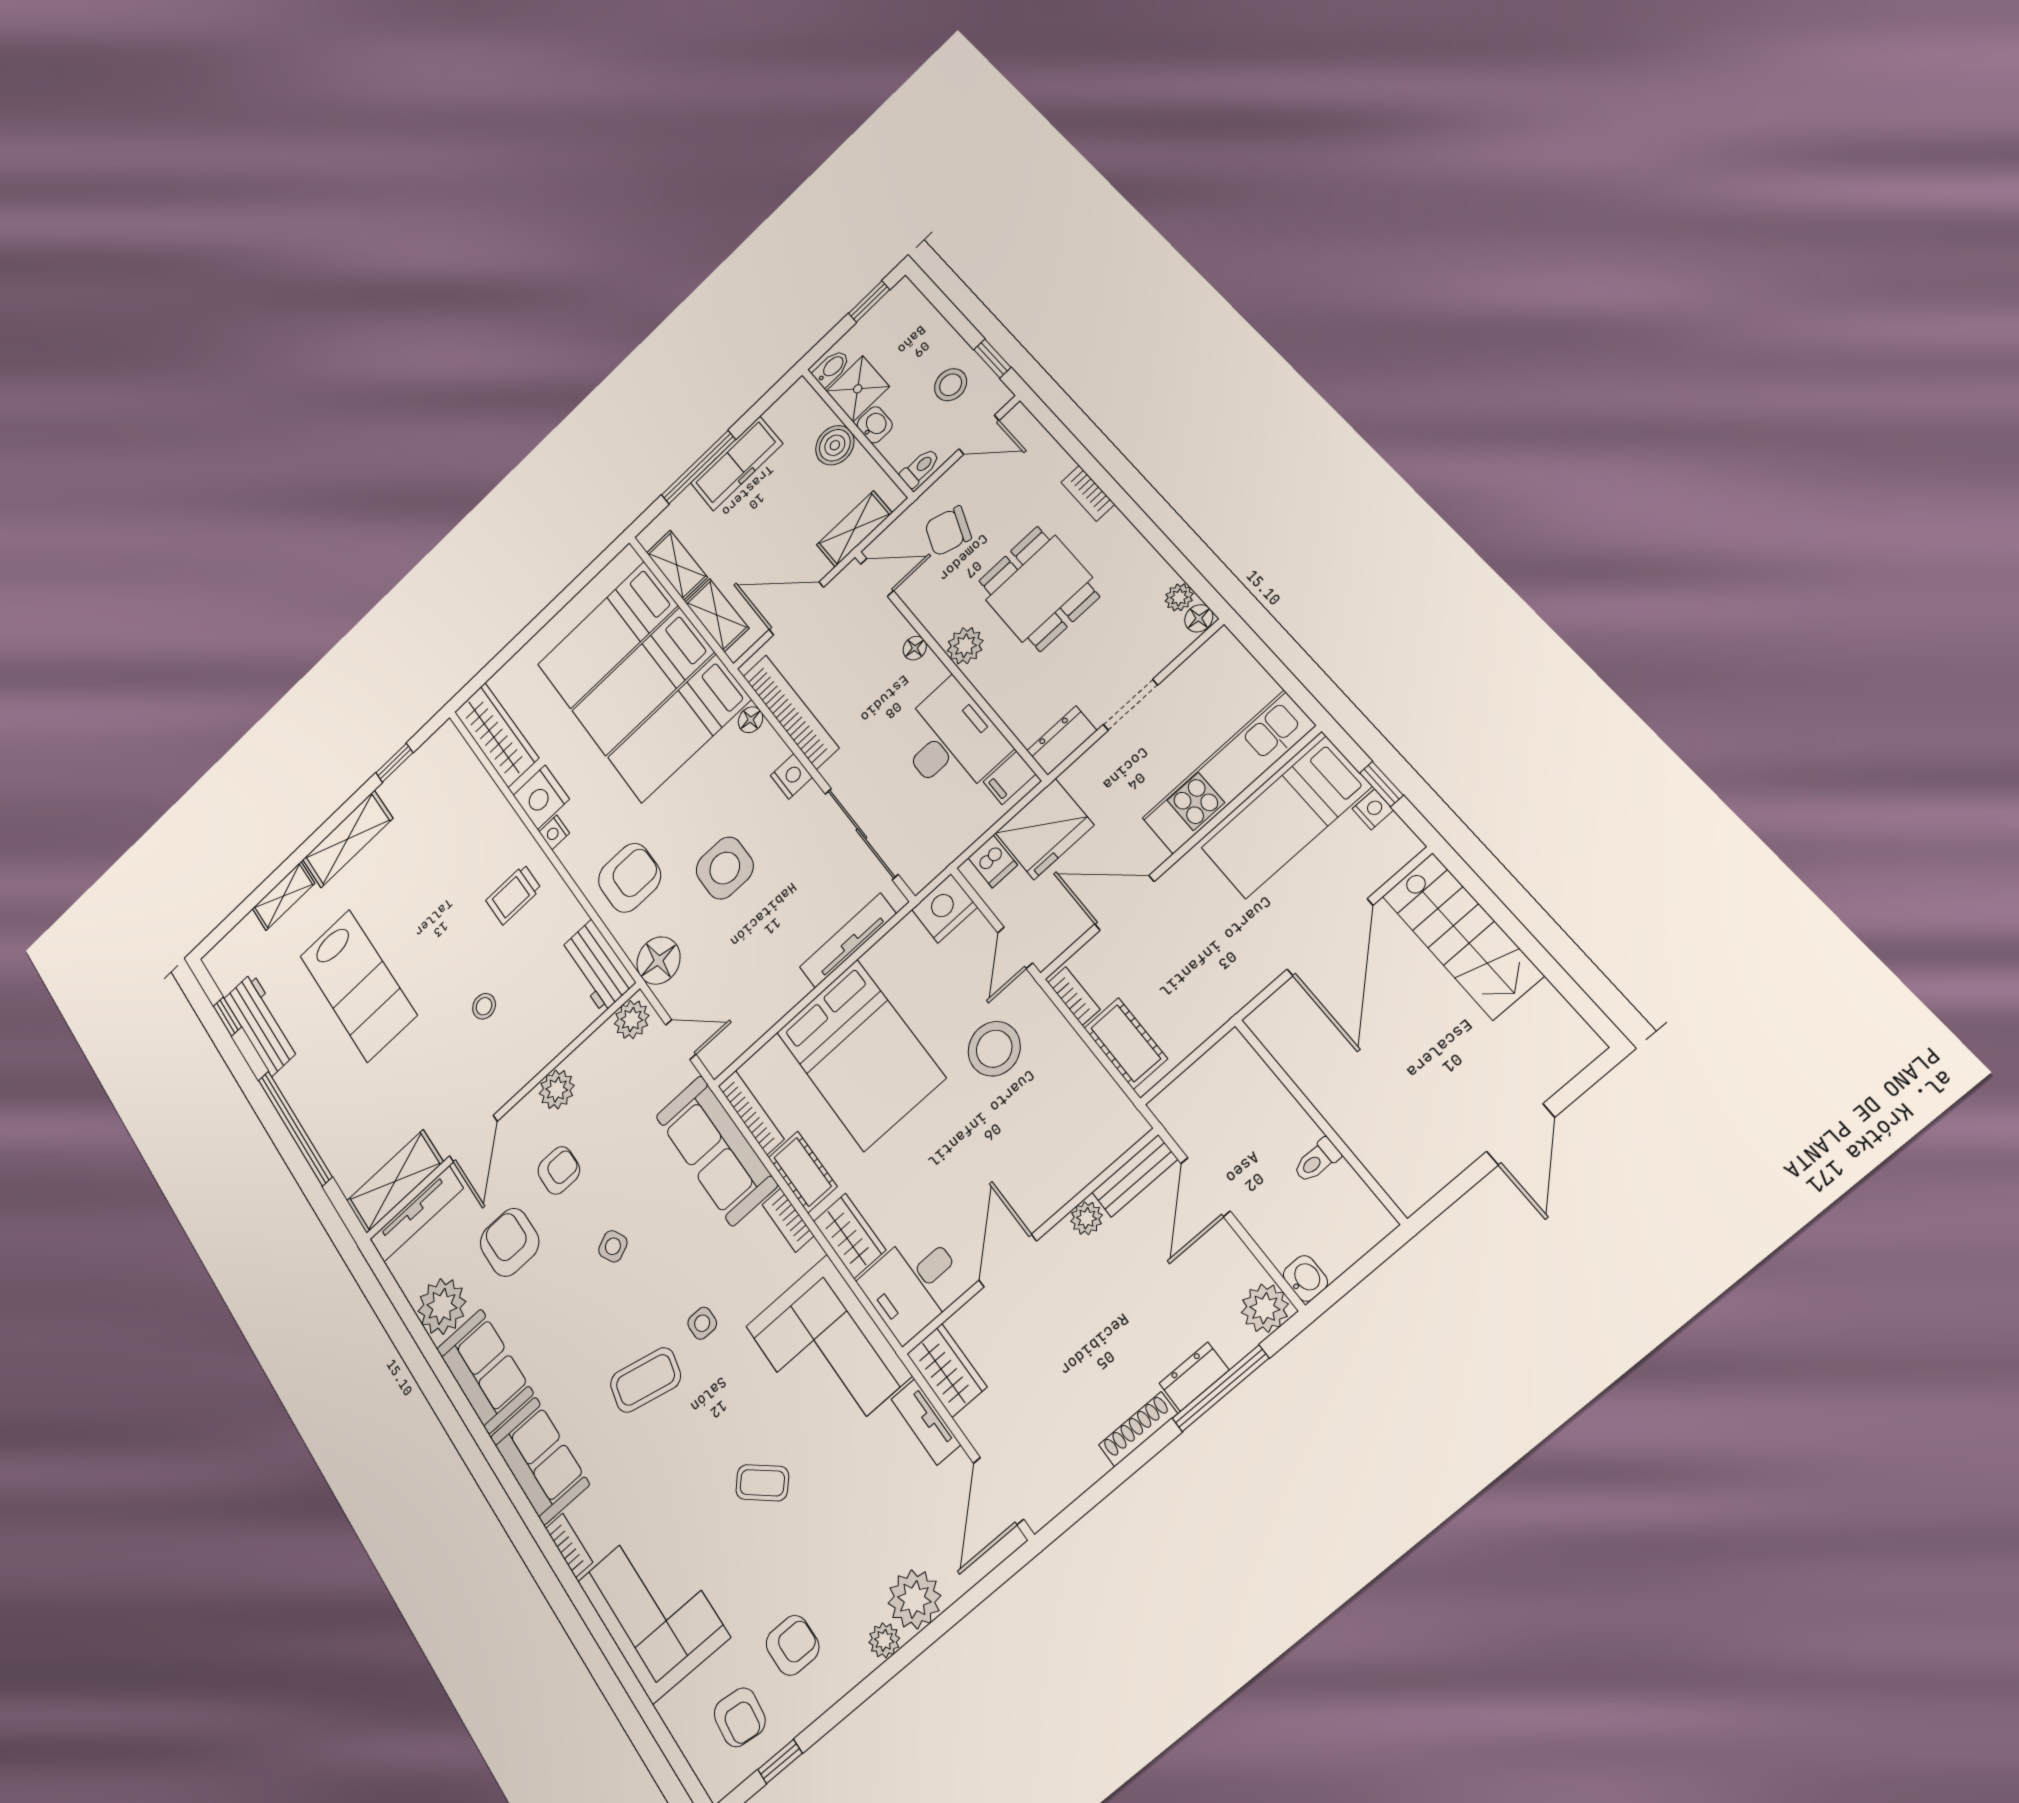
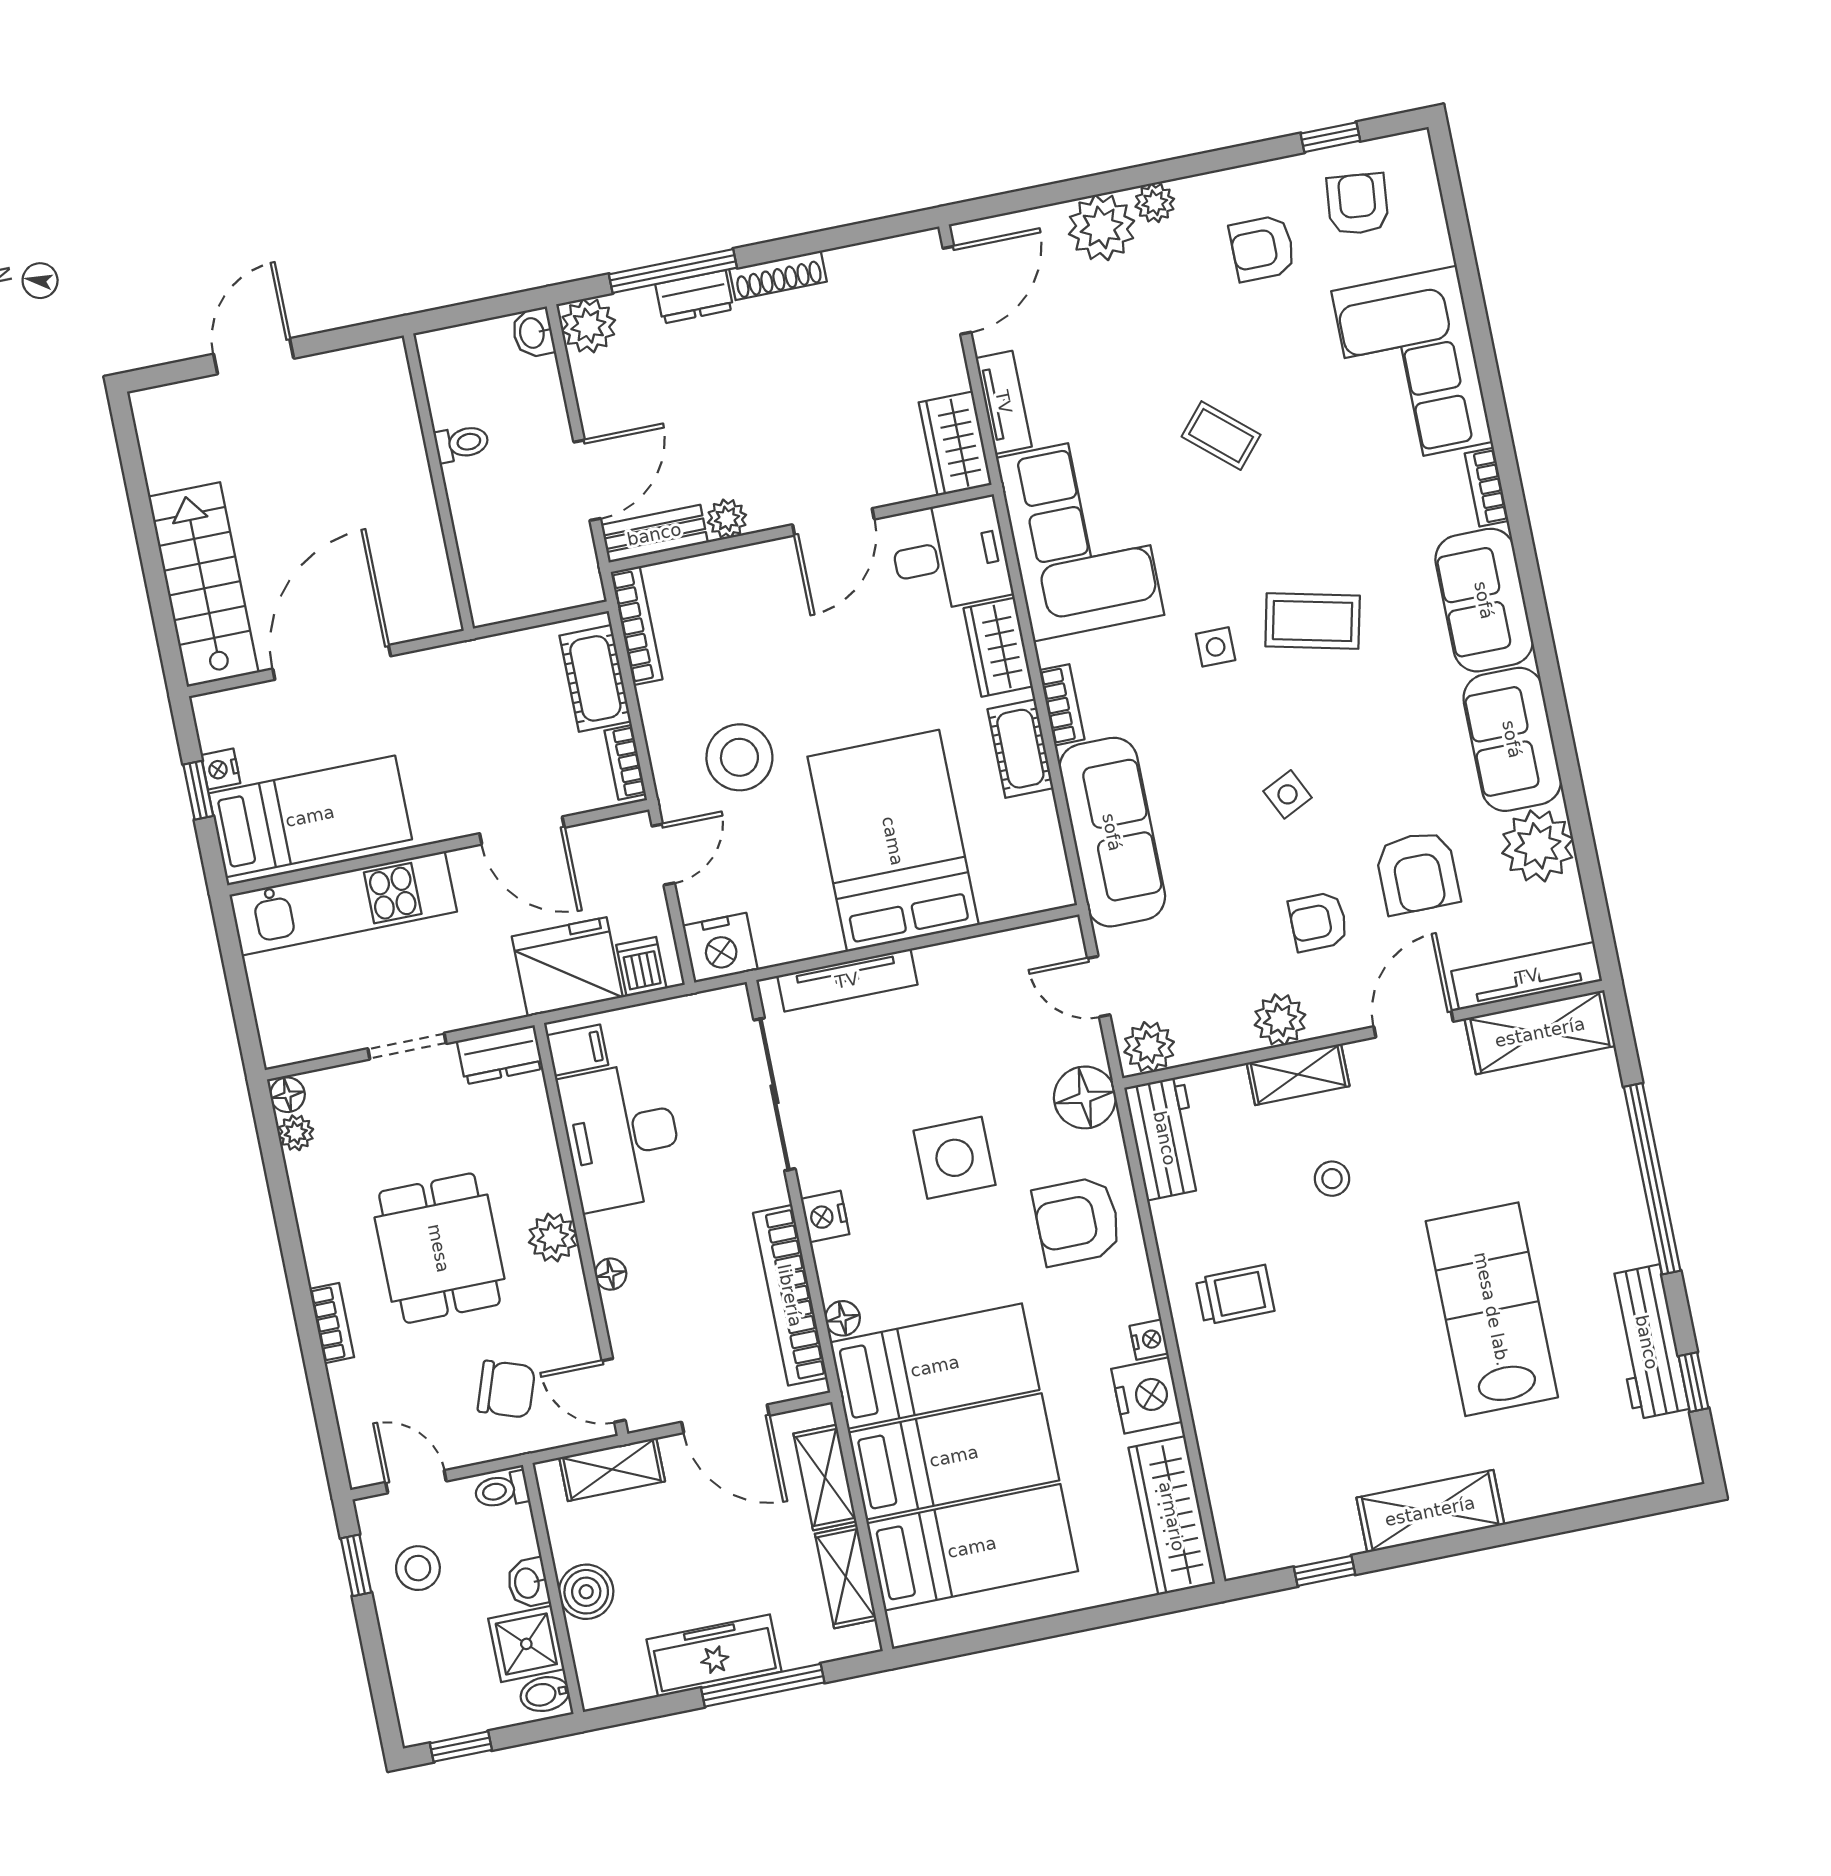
shelving: (283, 896) -> (1298, 1074), moved
bookcase: (751, 1113) -> (637, 626), moved, turned 180

